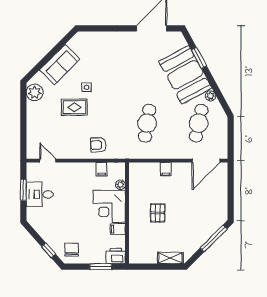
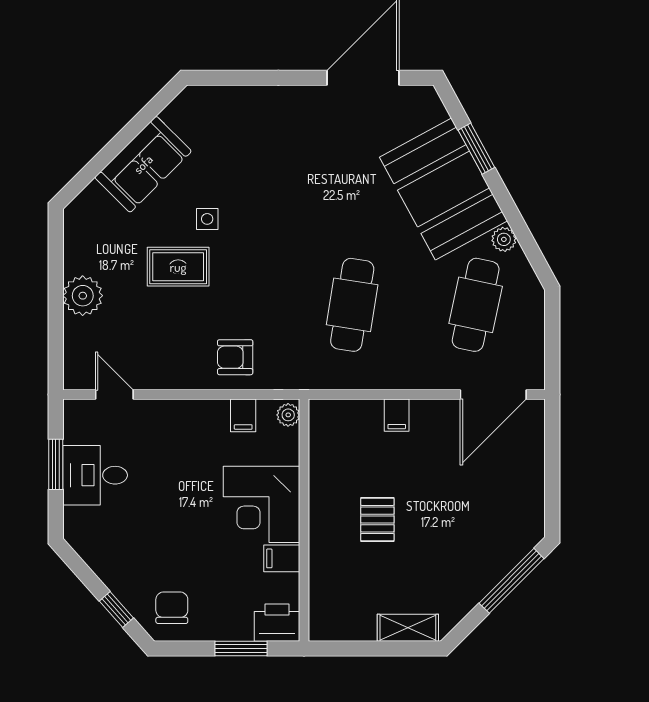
plant: (35, 92) -> (83, 296), moved
plant: (120, 185) -> (288, 415), moved

